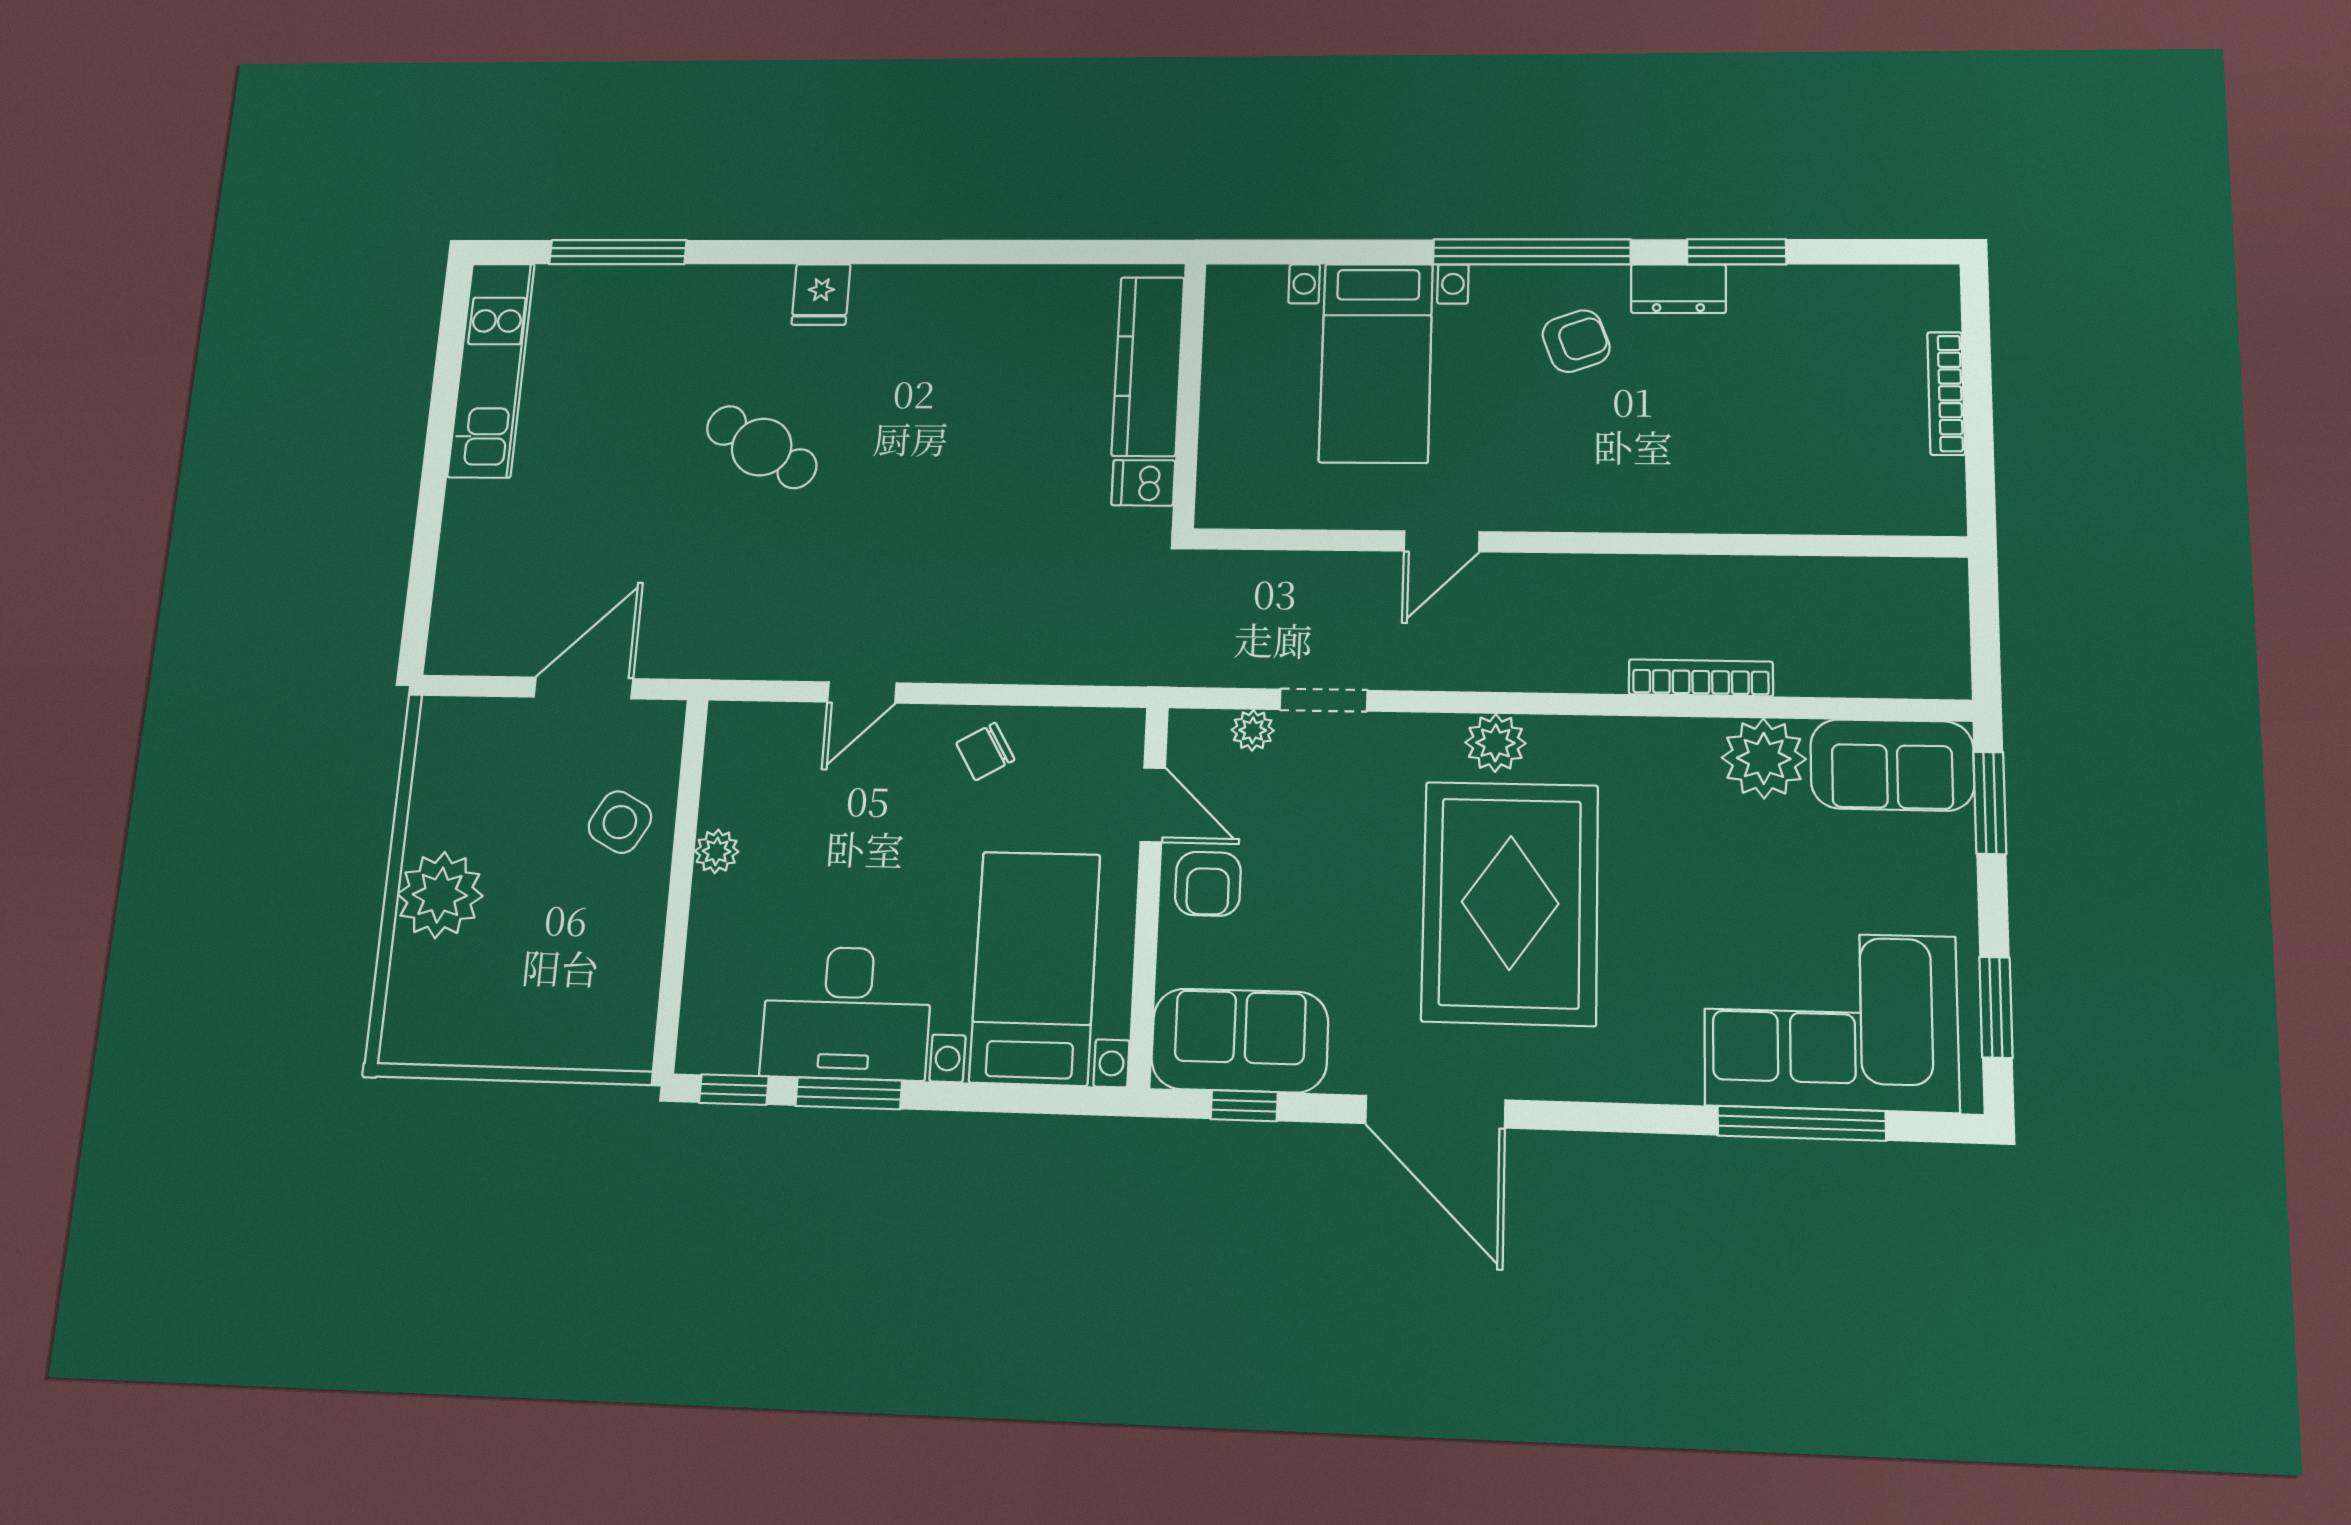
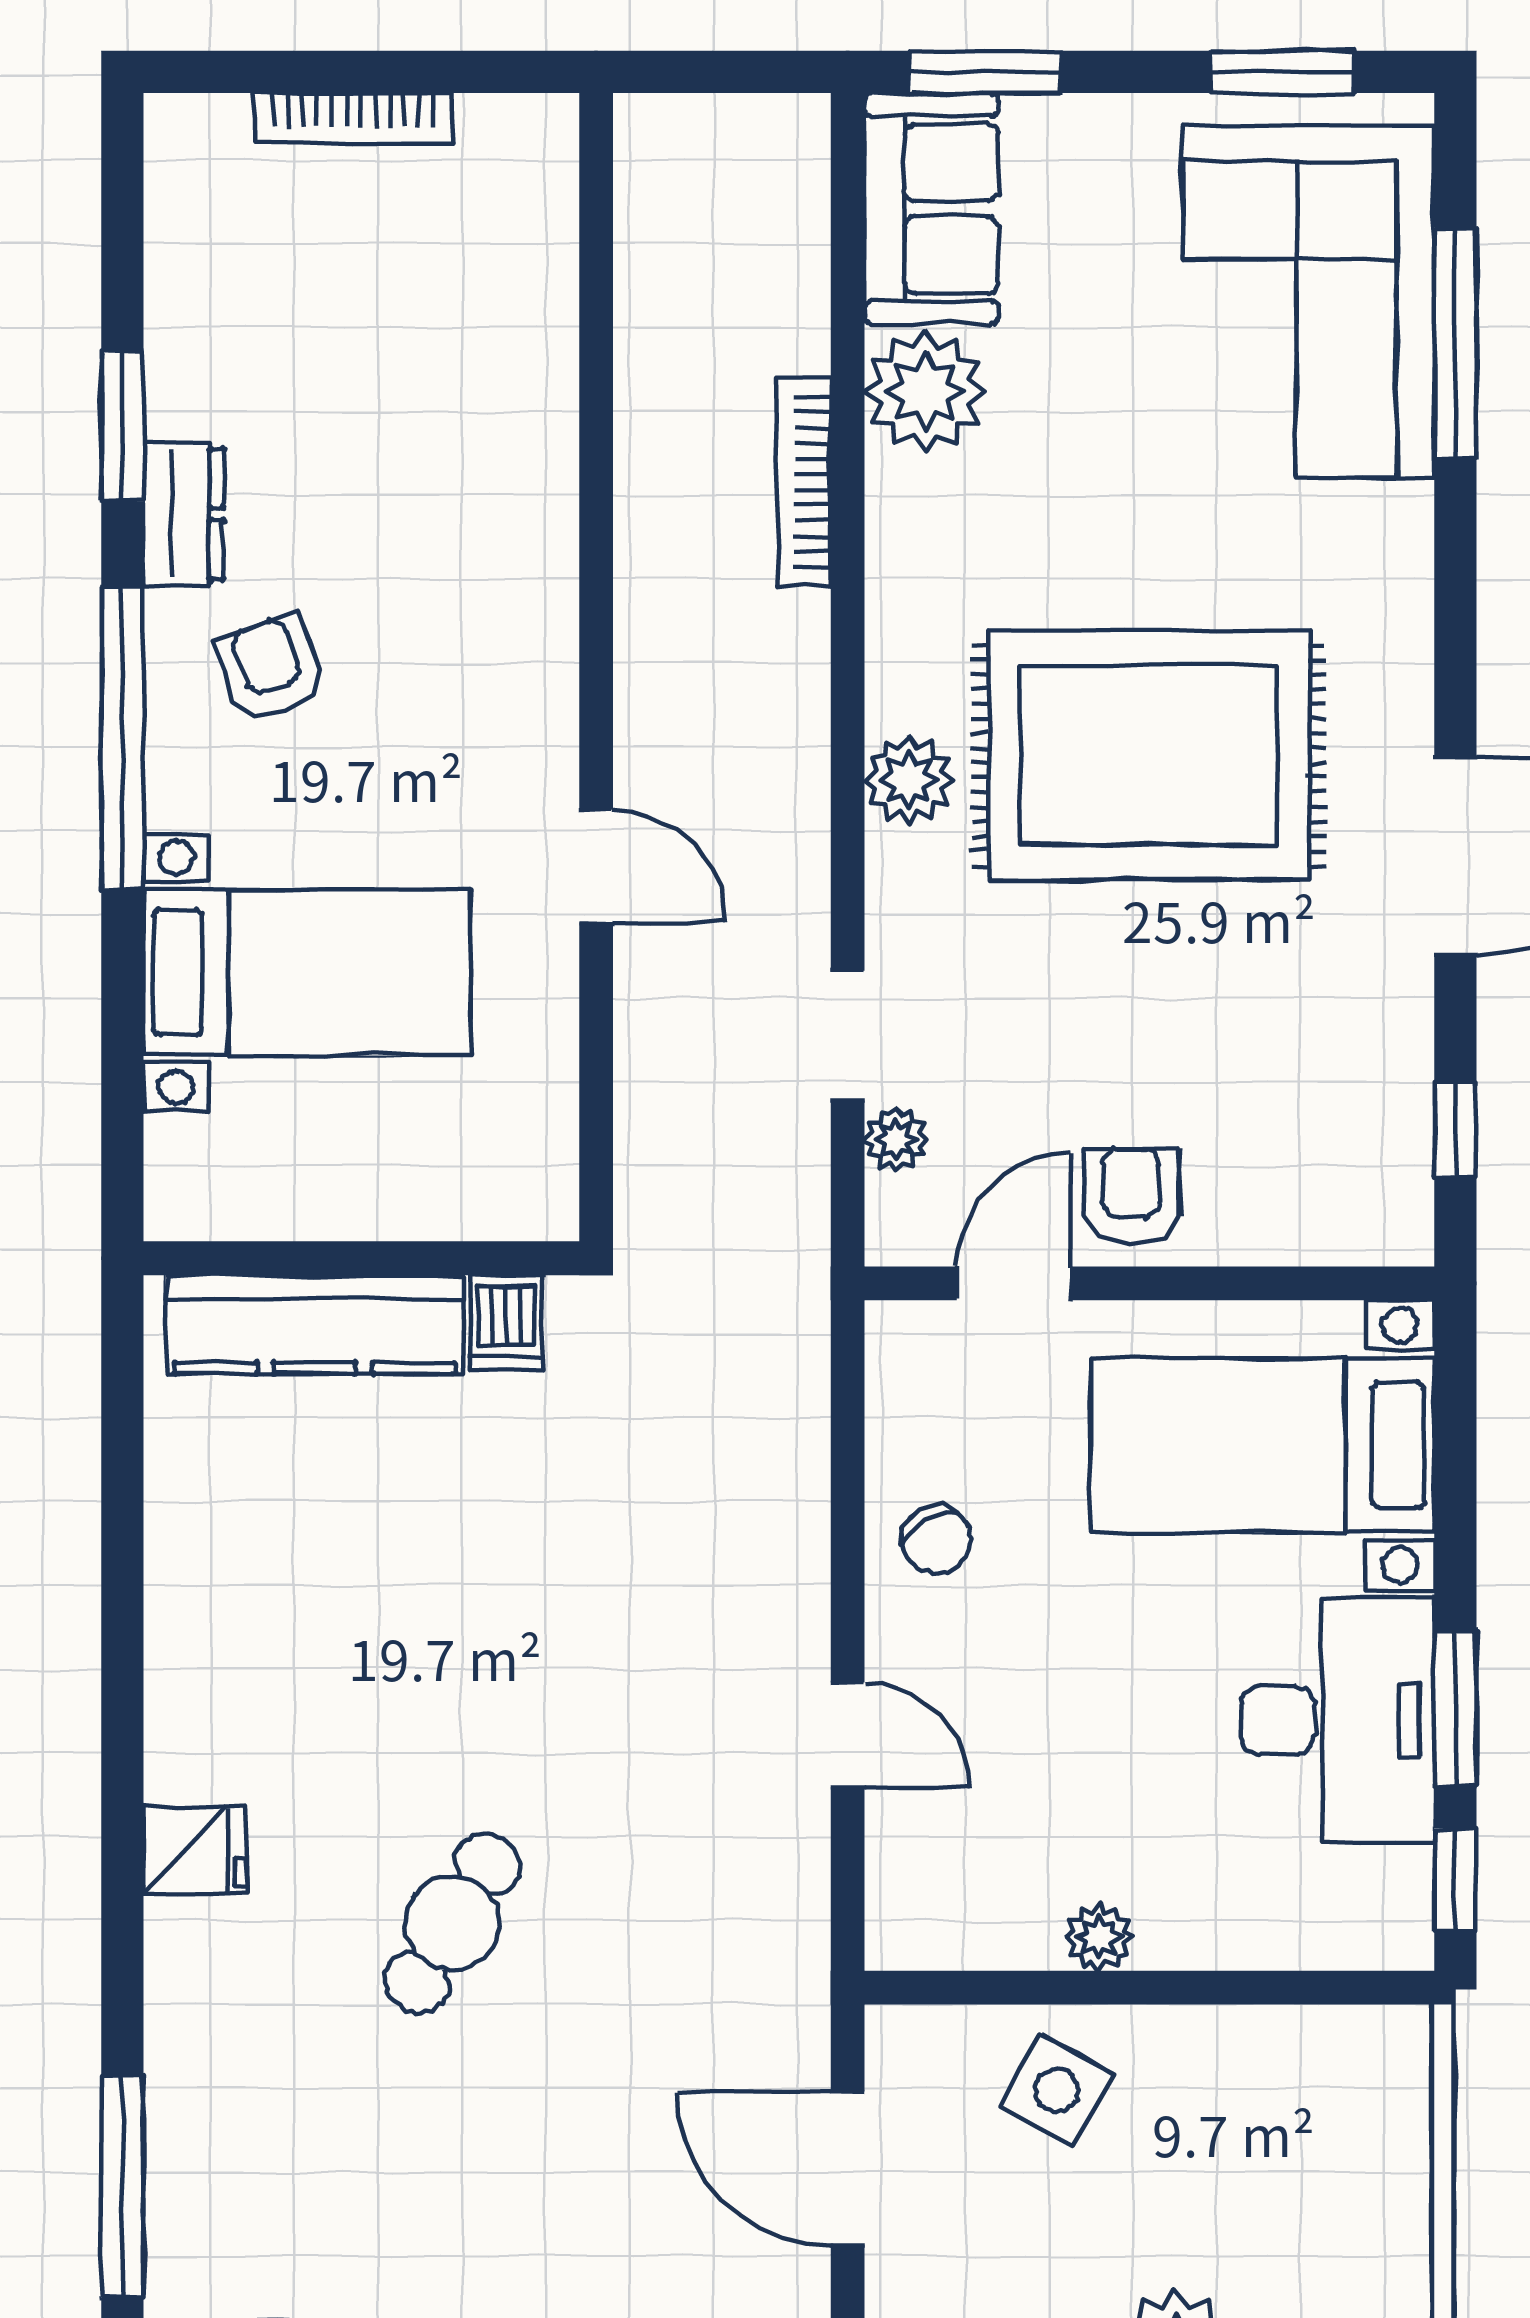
armchair: (1208, 884) -> (1131, 1196), turned -90
sofa: (1240, 1040) -> (1361, 1140), removed

